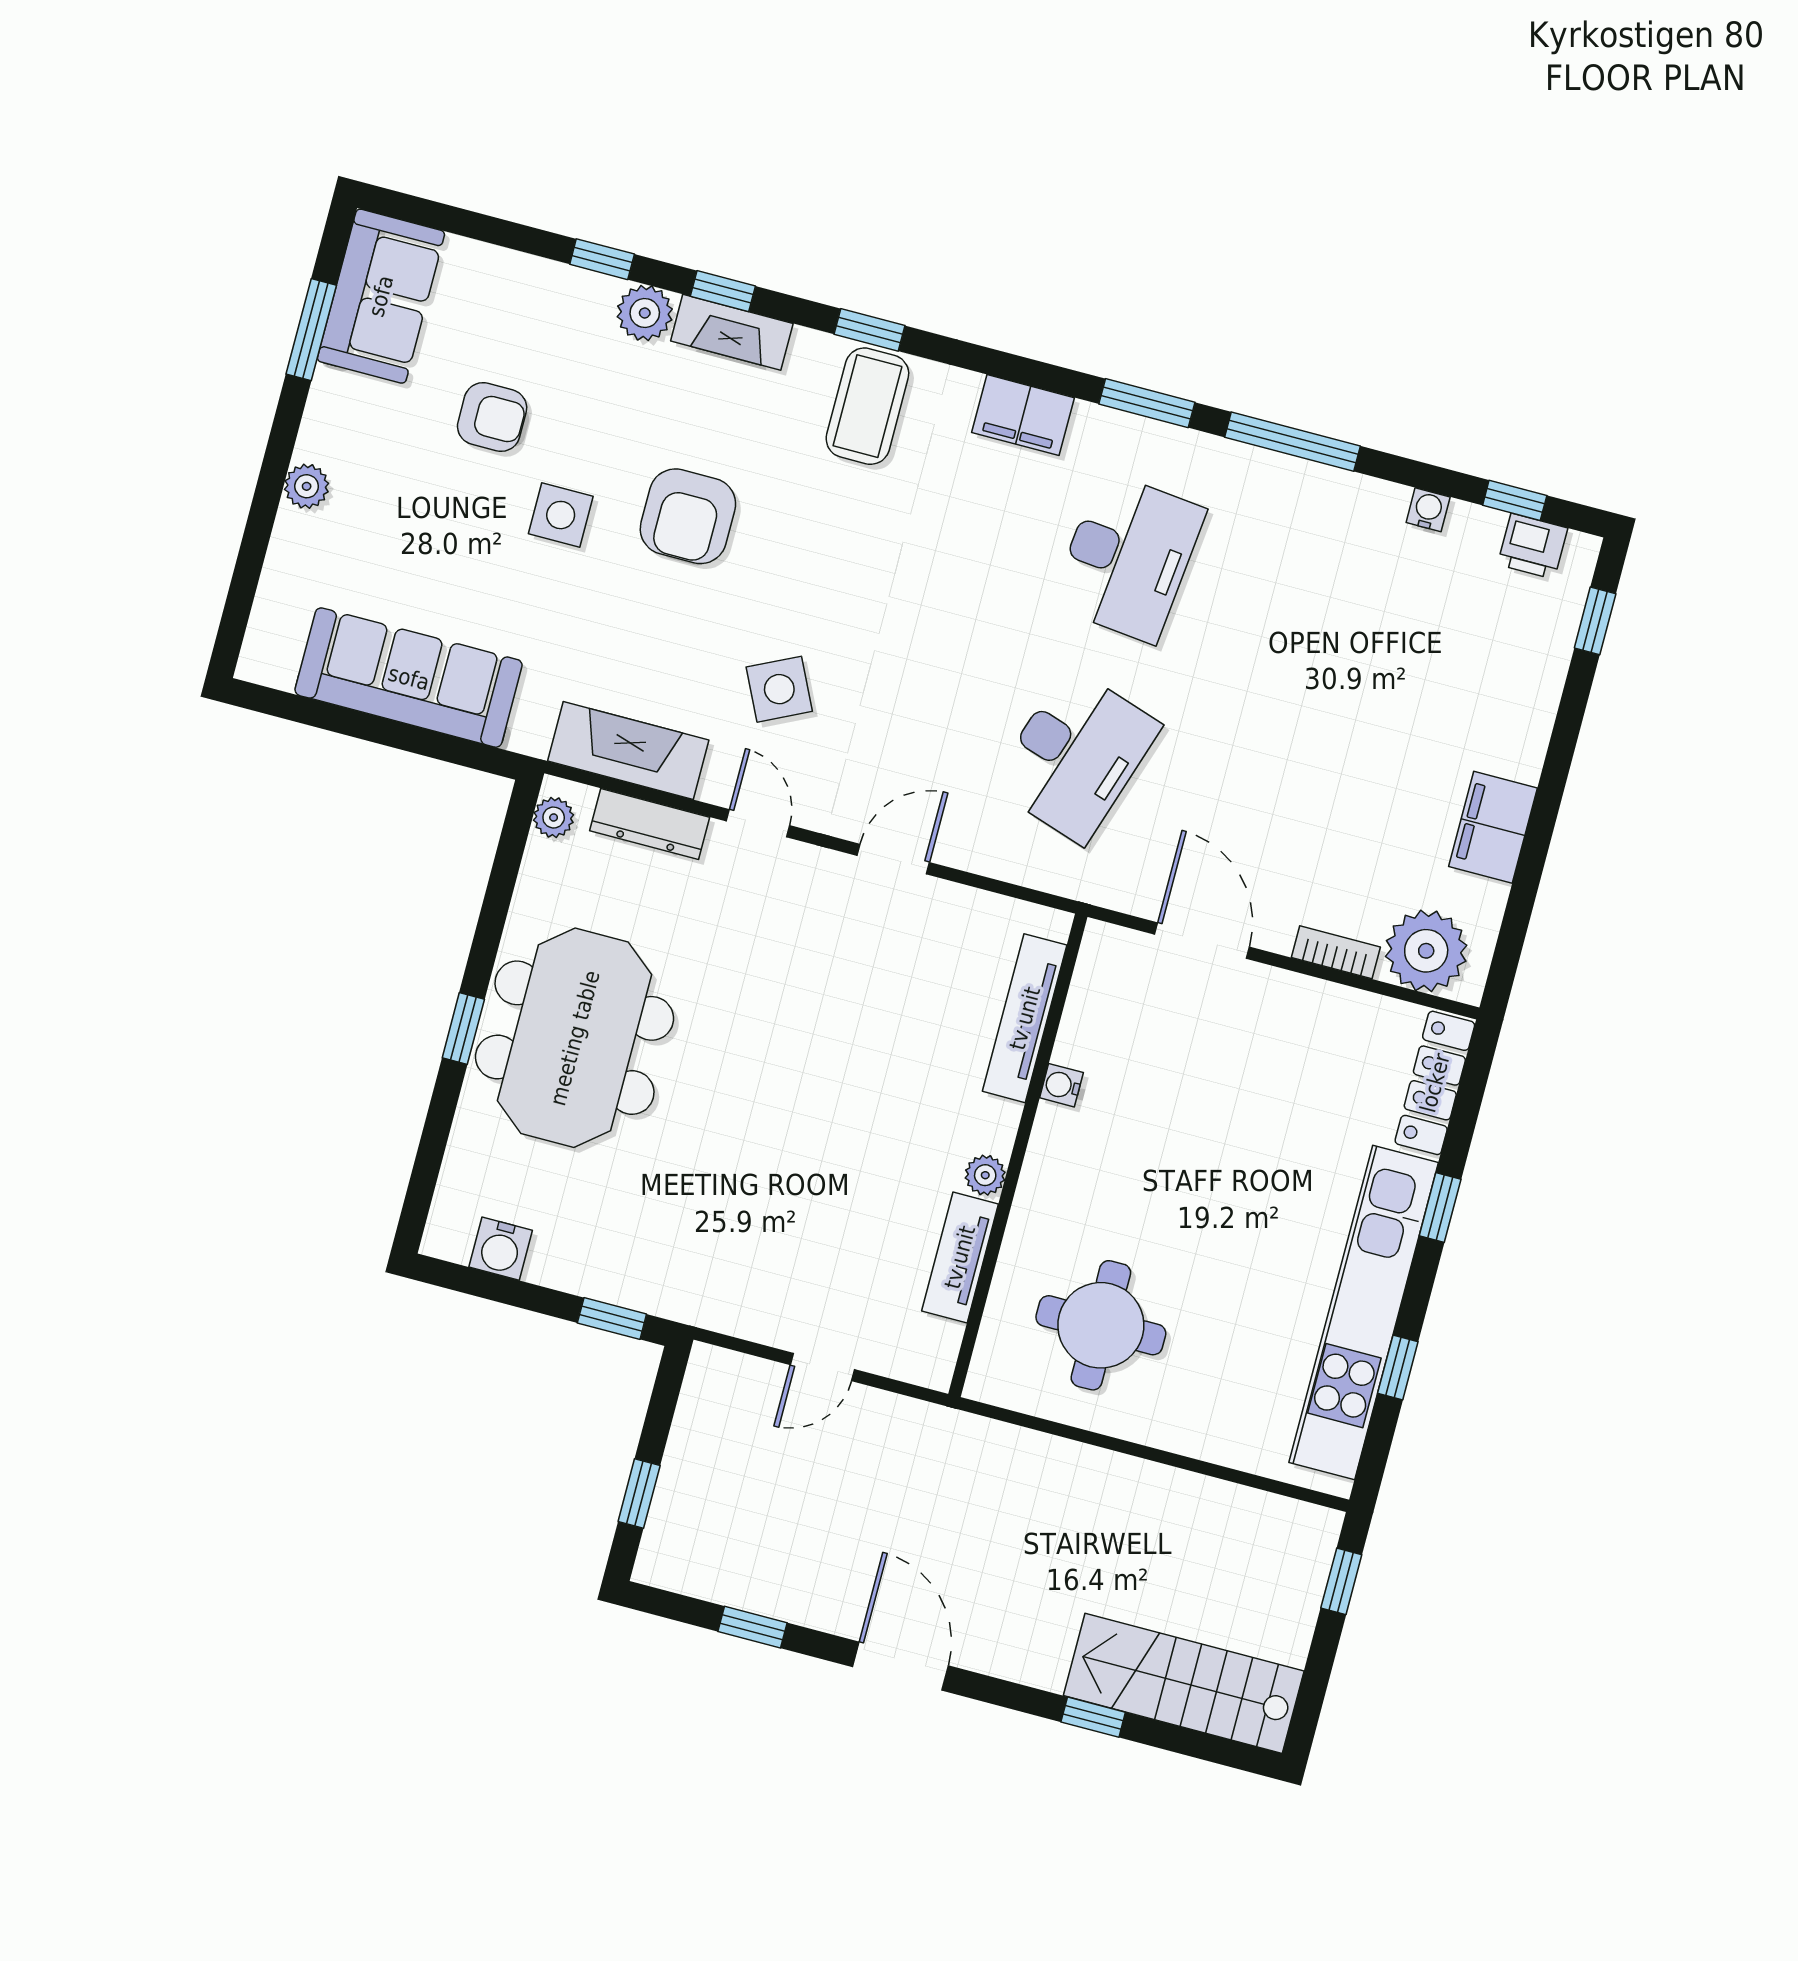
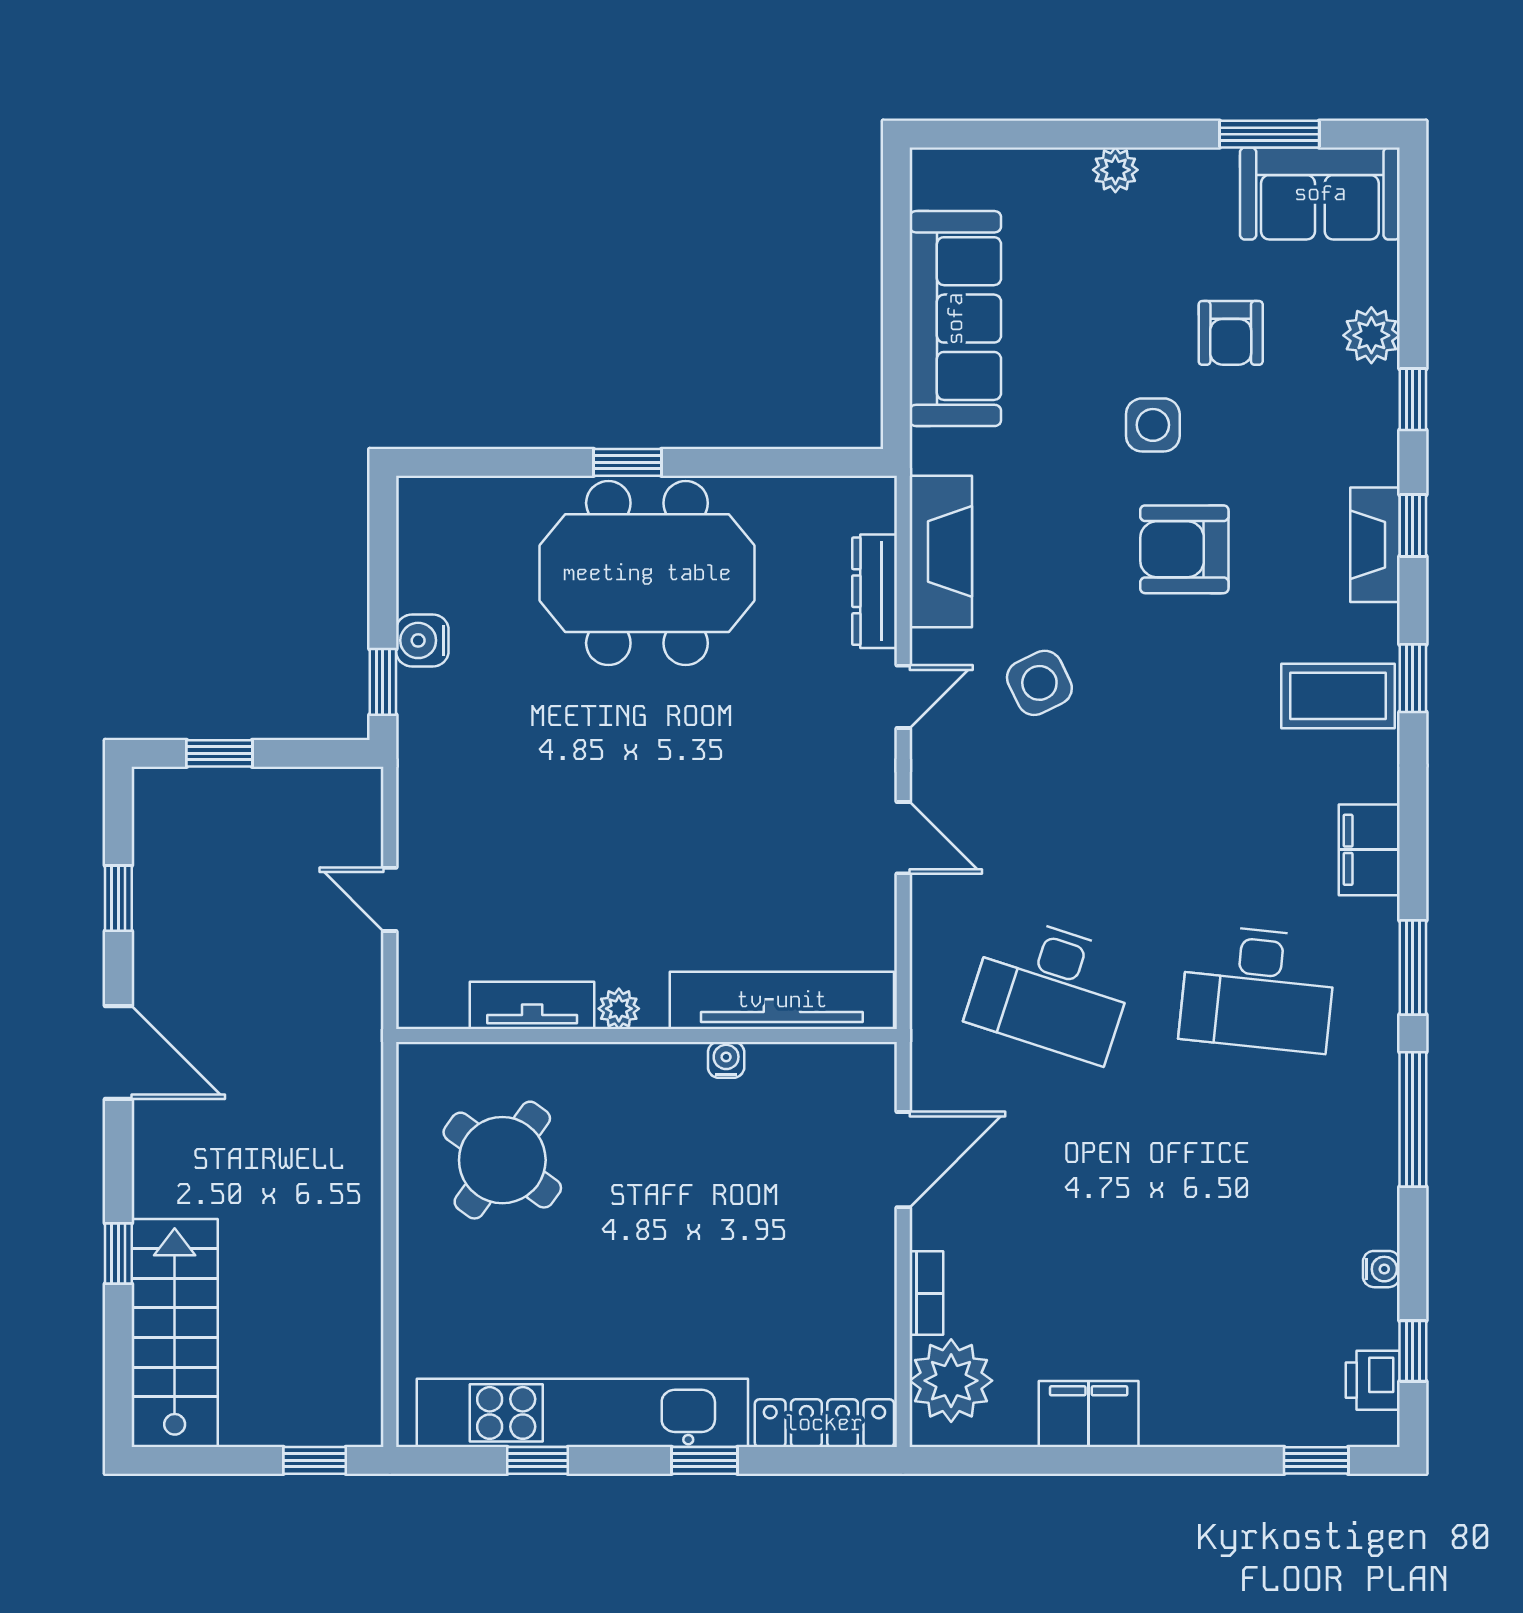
plant: (645, 313) -> (1371, 335), moved
plant: (554, 818) -> (856, 496), removed
tv unit: (1025, 1018) -> (782, 1000), width x1.36, depth x1.29
water cooler: (501, 1249) -> (422, 640), moved
round table: (1101, 1325) -> (502, 1160), turned 36
door: (900, 1666) -> (118, 1053), hinge flipped

